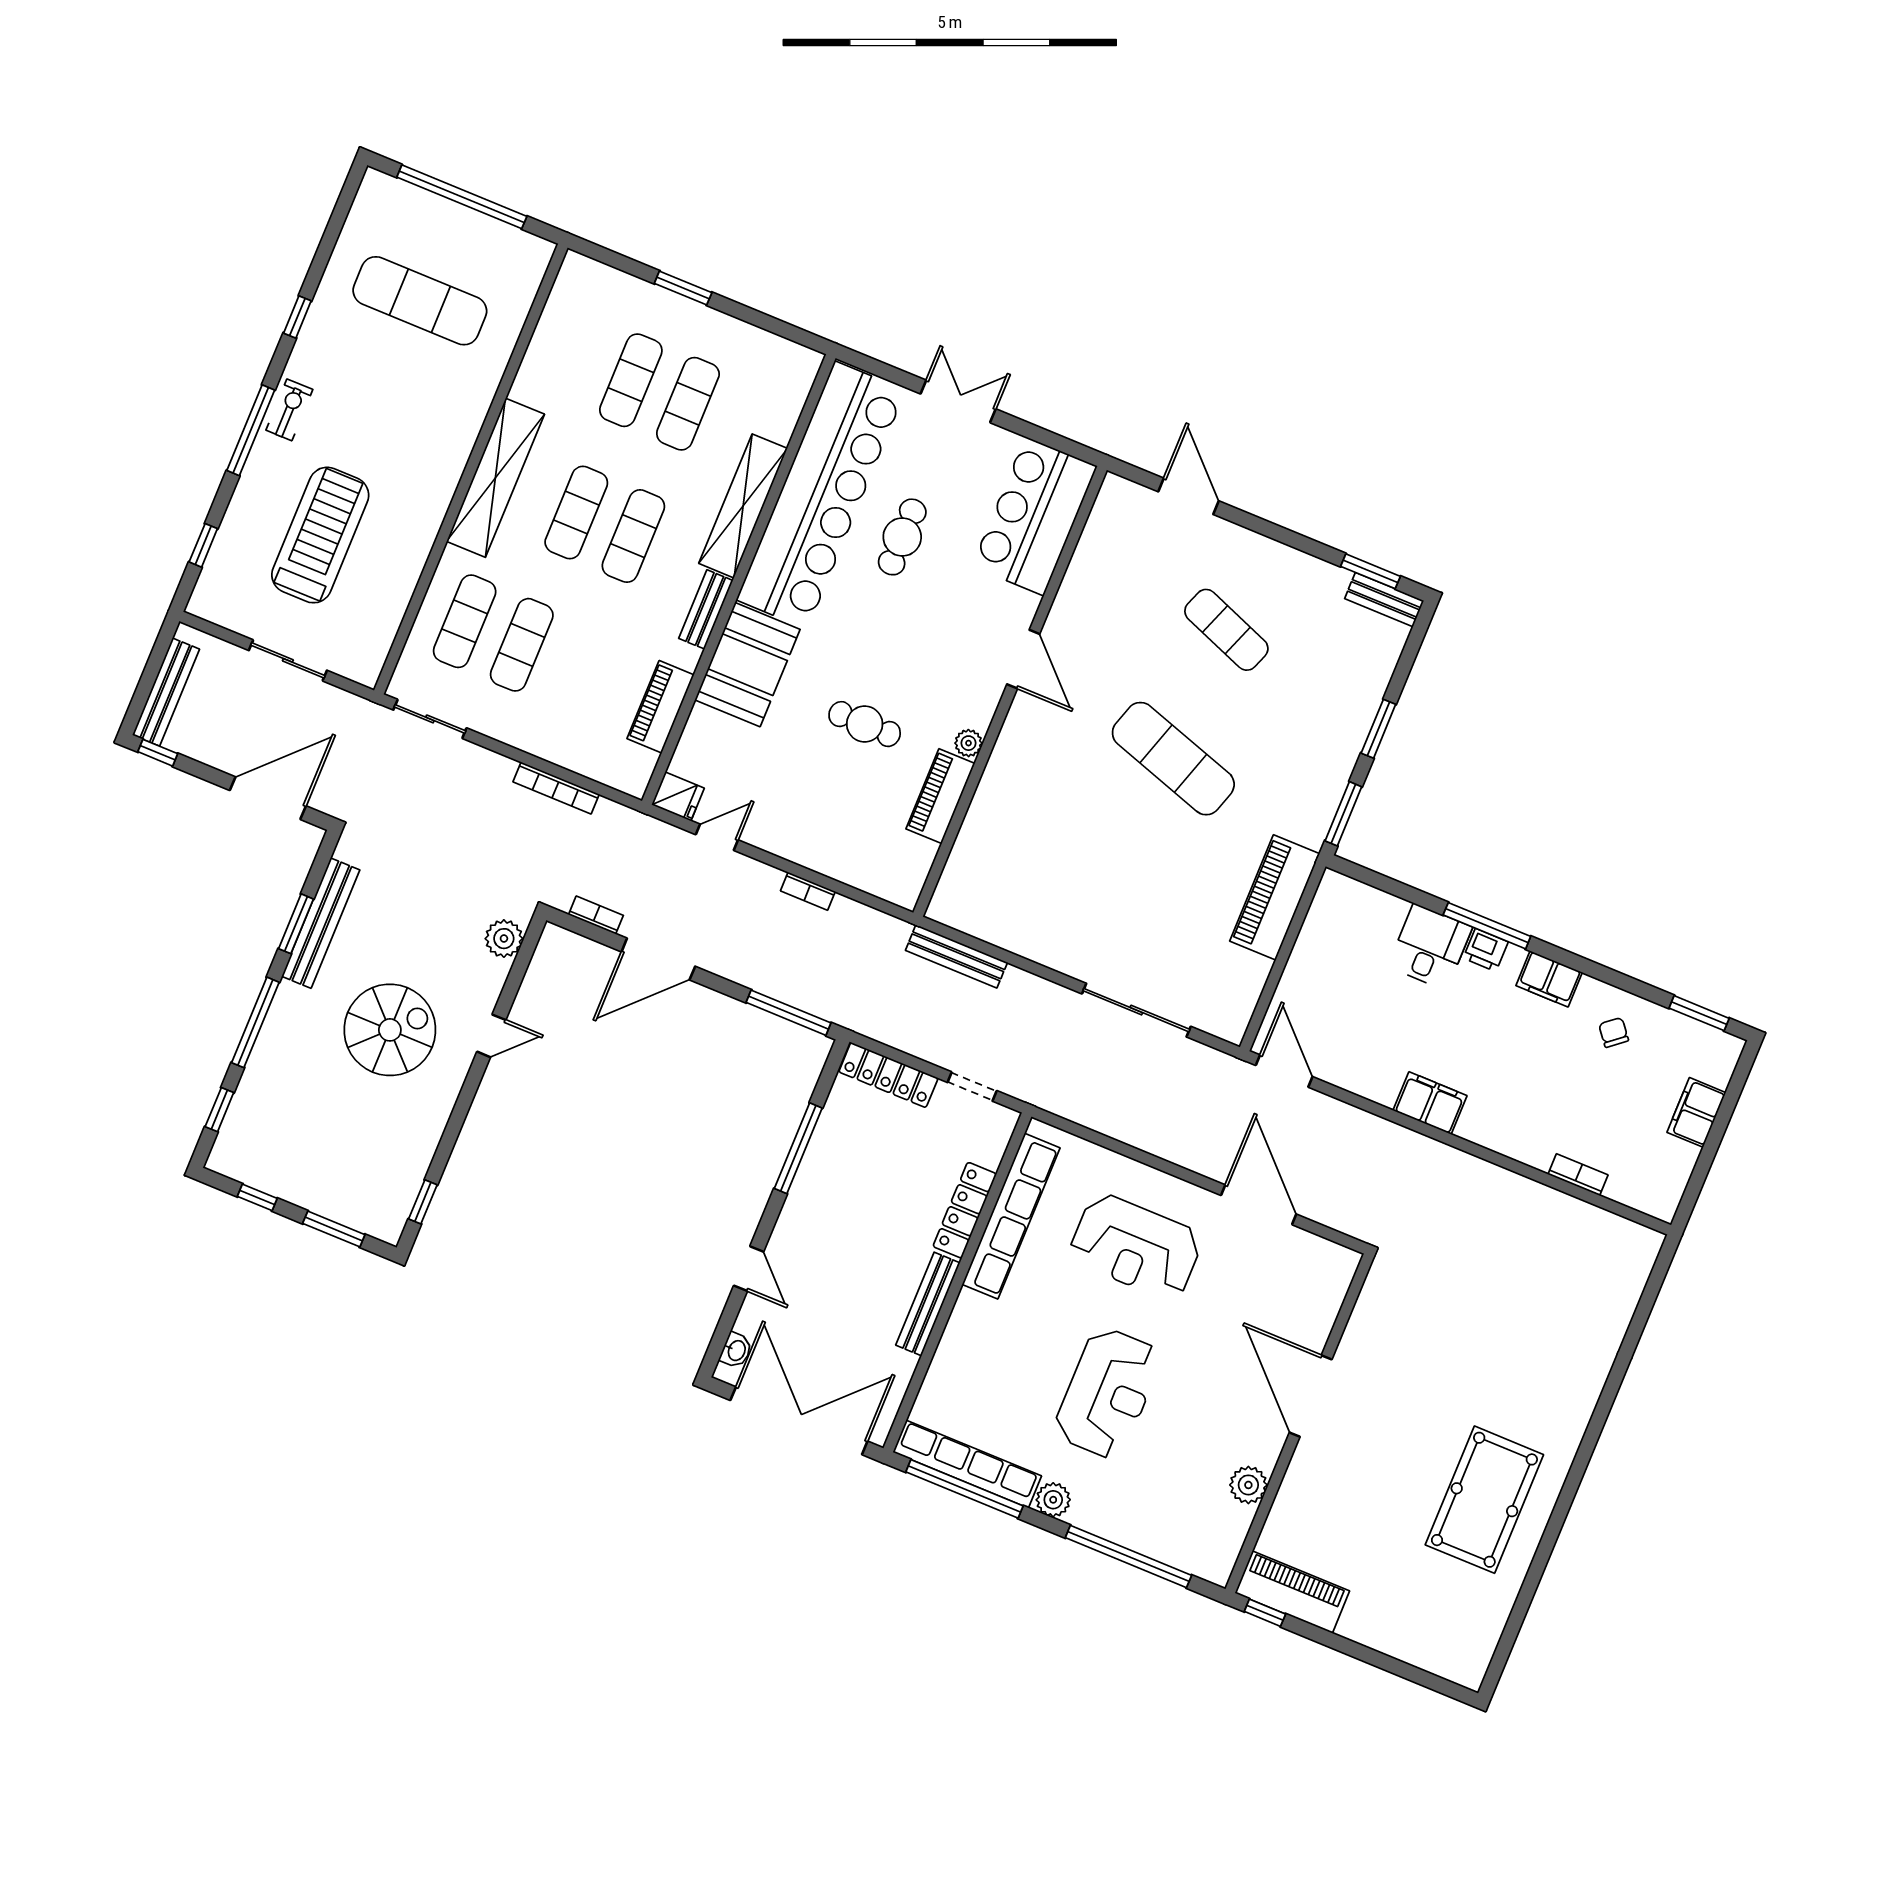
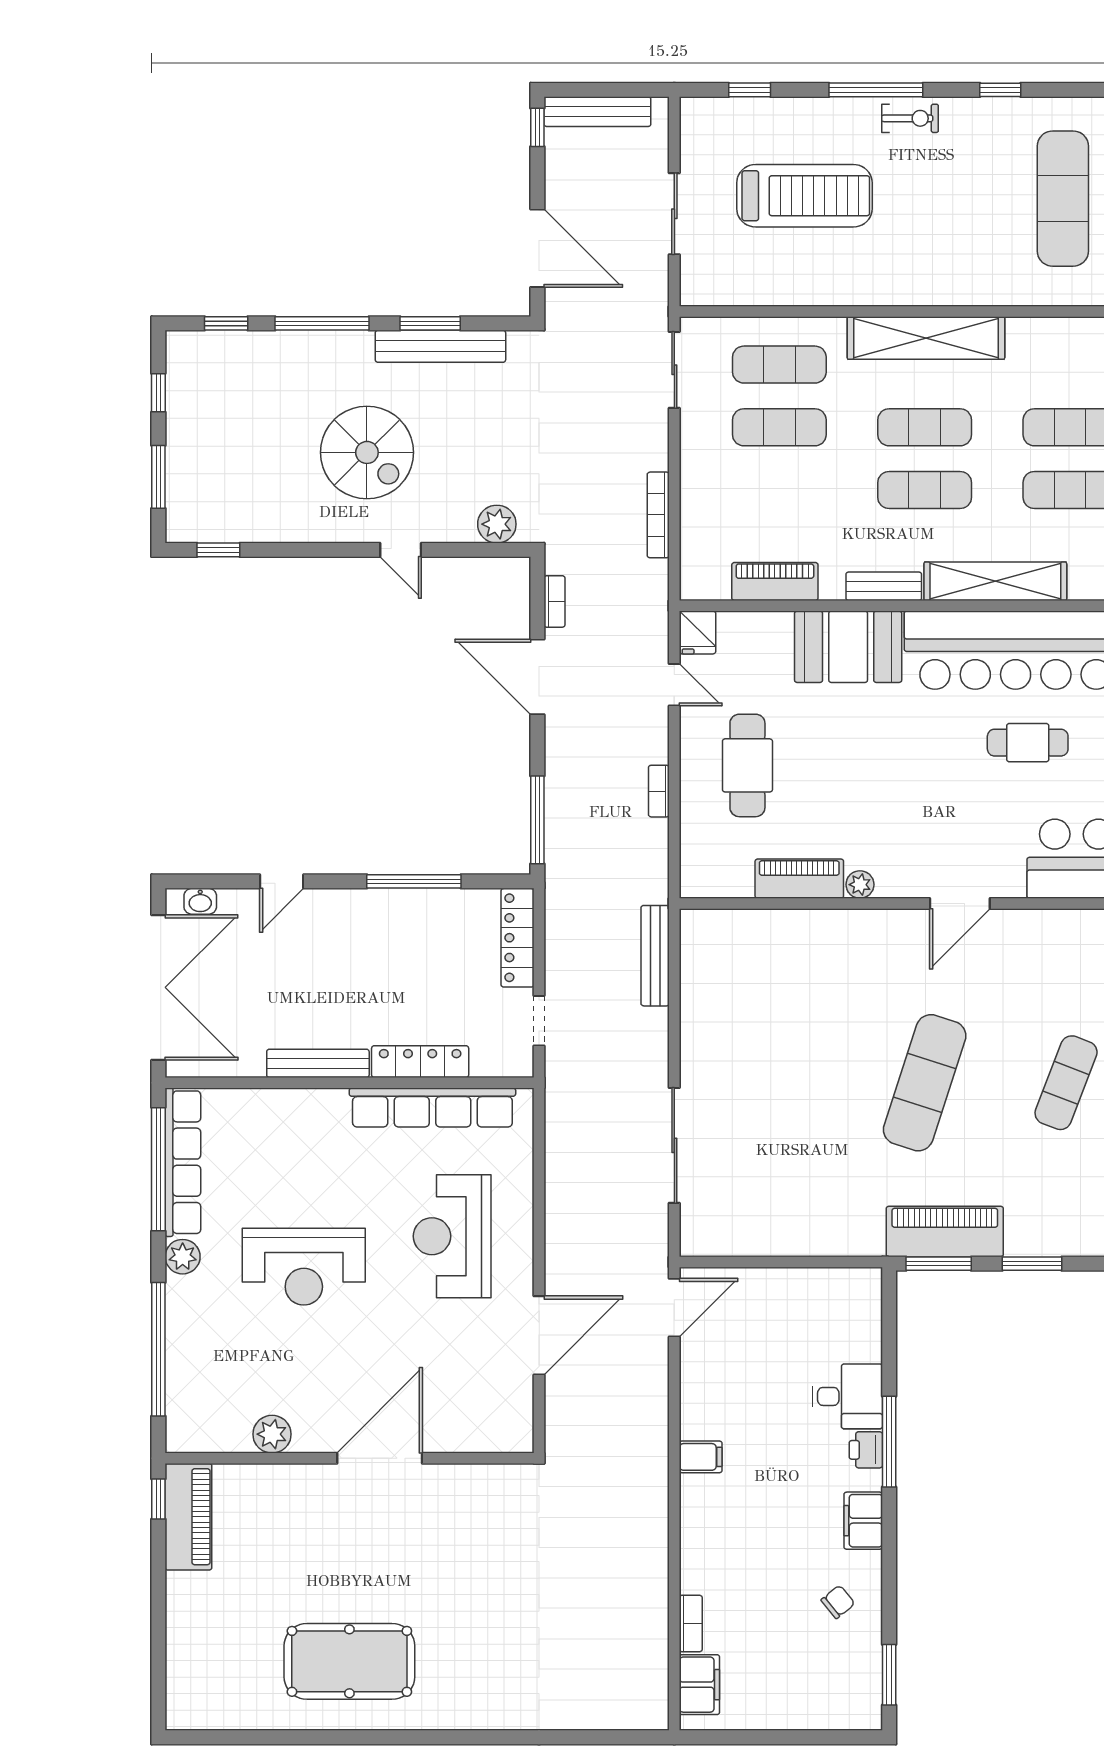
cafe table: (865, 724) -> (747, 765), moved, width x1.37, depth x1.35
piano: (1275, 897) -> (945, 1232), moved
filing cabinet: (1430, 1103) -> (701, 1457), width x0.50
filing cabinet: (1696, 1112) -> (699, 1685), moved, turned 90

